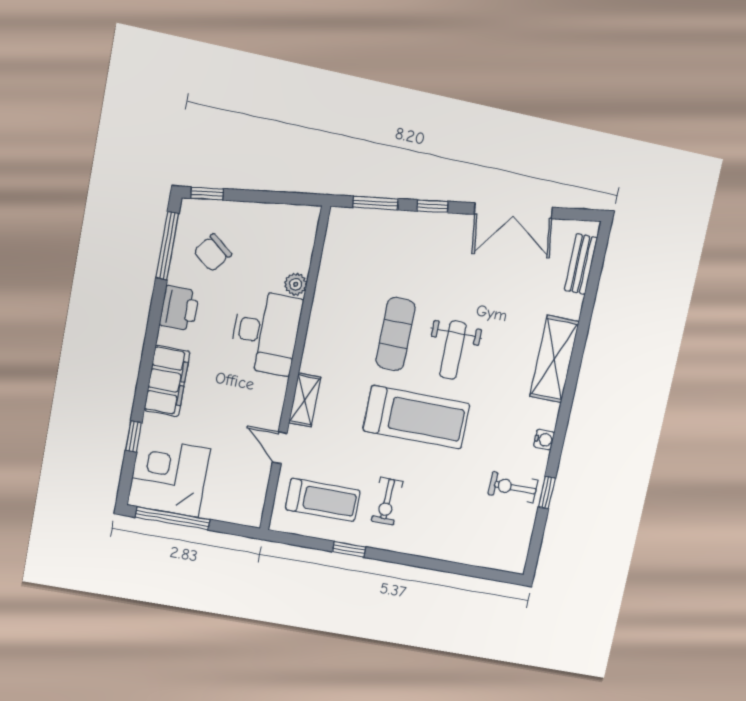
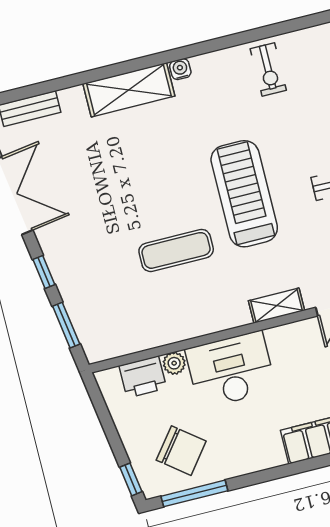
chair: (213, 253) -> (181, 451), width x1.37, depth x1.37
printer: (179, 308) -> (143, 377), moved, turned 180
weight bench: (453, 350) -> (166, 190), removed
water cooler: (544, 440) -> (180, 69), moved
window: (547, 493) -> (258, 34), removed

